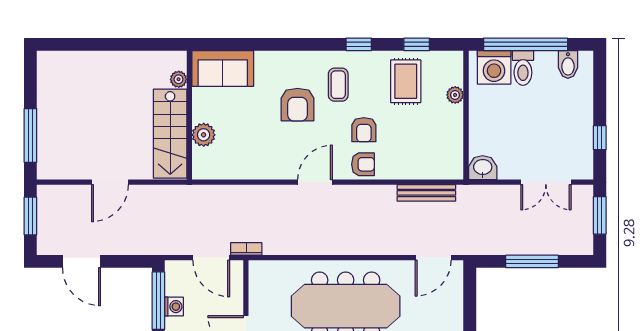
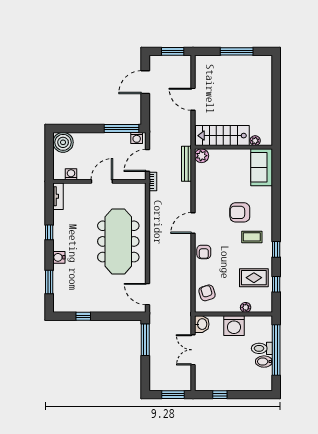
bidet: (568, 65) -> (264, 362), moved
washing machine: (494, 67) -> (234, 326), moved, turned -90
armchair: (364, 130) -> (207, 293), moved, turned 72
plant: (204, 135) -> (202, 156), moved
window: (30, 136) -> (237, 51), moved
door: (315, 182) -> (193, 223), swing flipped
double door: (546, 182) -> (193, 350), moved
bench: (426, 193) -> (187, 164), moved
window: (532, 261) -> (145, 340), moved
washing machine: (174, 307) -> (137, 138), moved

